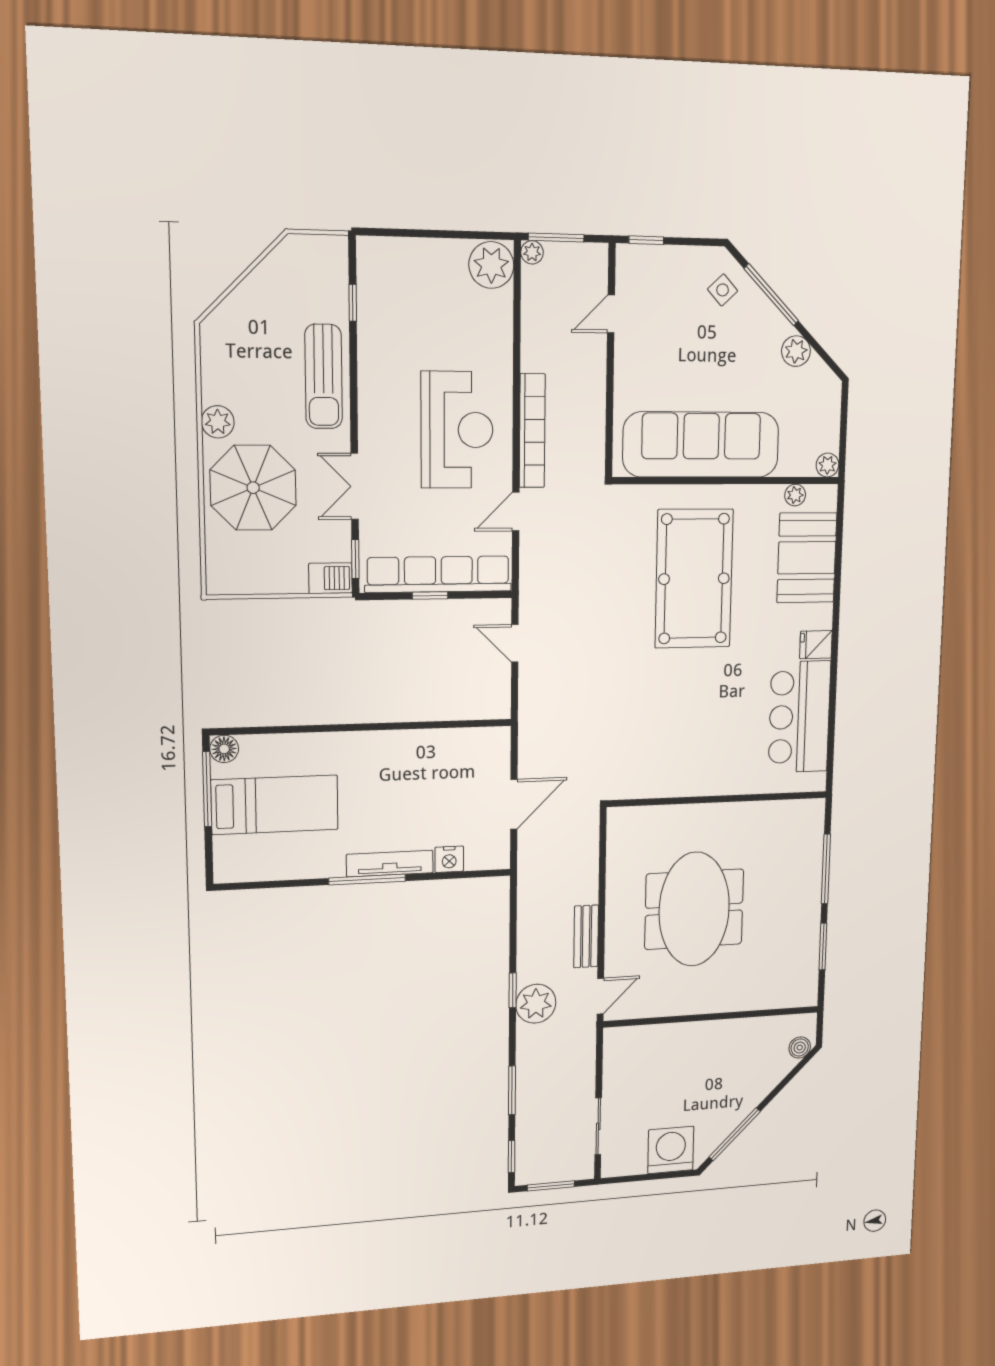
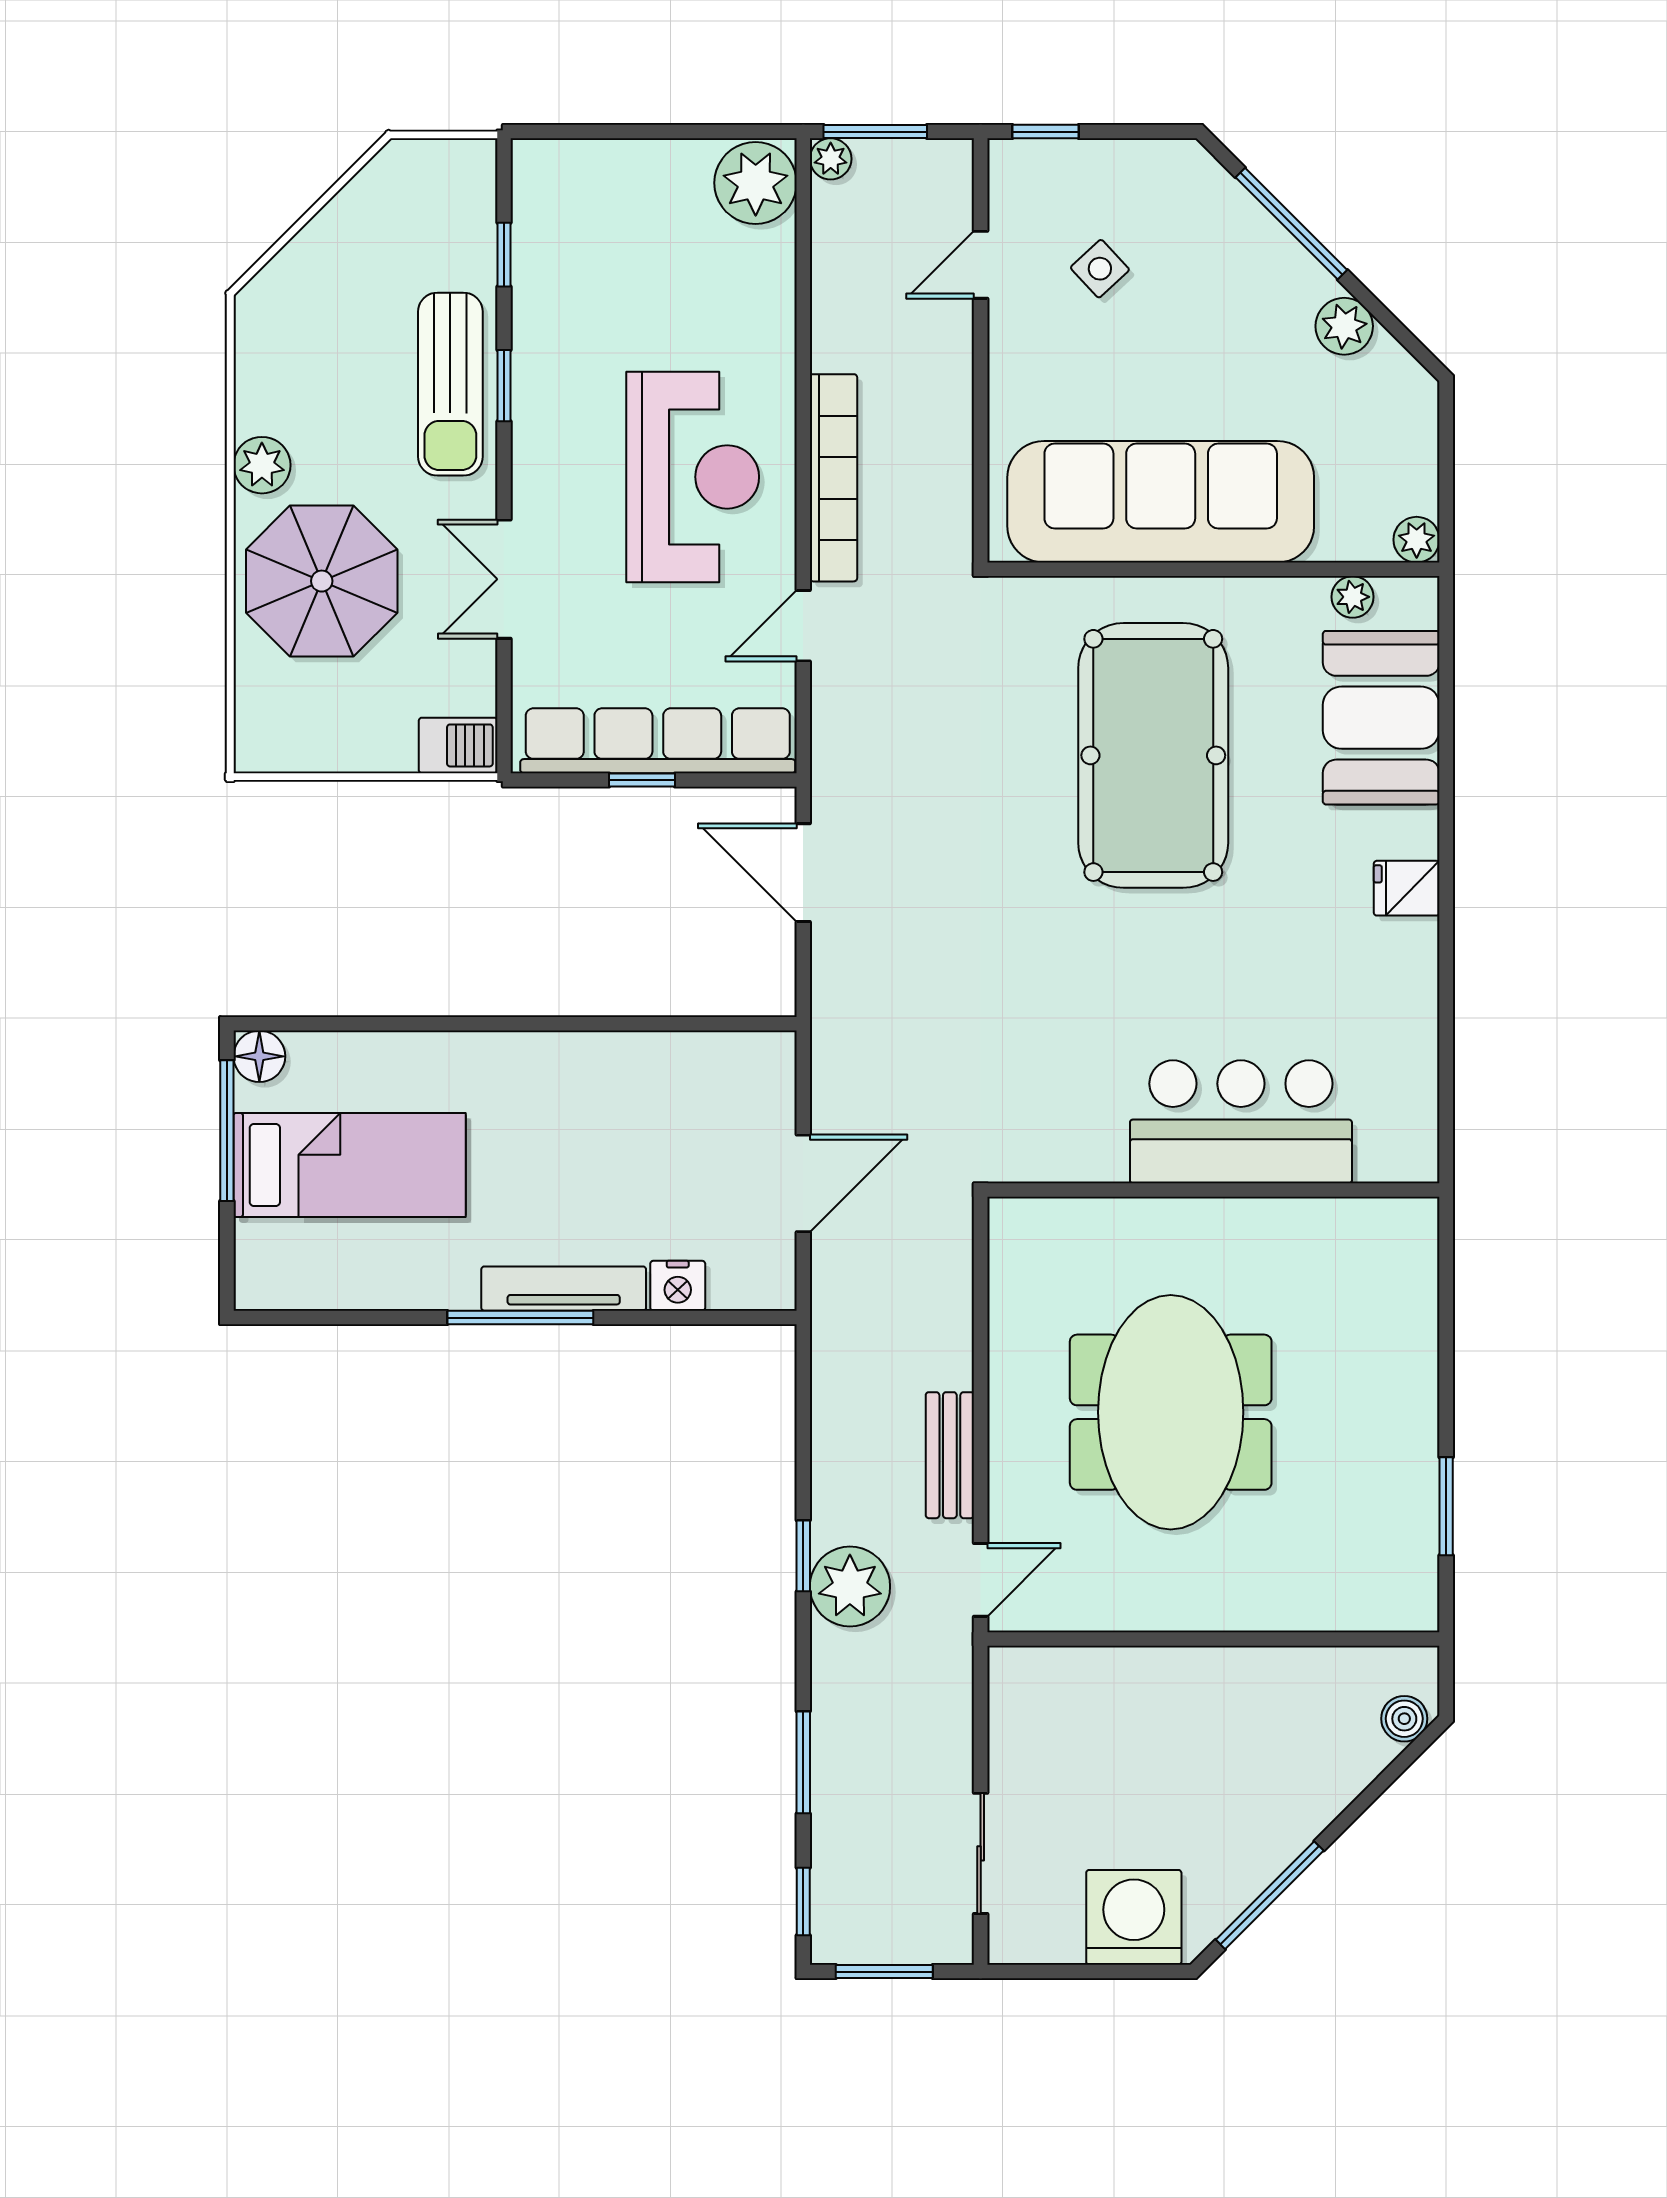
side table: (723, 290) -> (1100, 269), moved
window: (355, 559) -> (504, 386), moved
door: (515, 643) -> (803, 873), width x1.38
bar counter: (799, 717) -> (1241, 1122), moved, turned 90
window: (826, 869) -> (1446, 1344), removed

